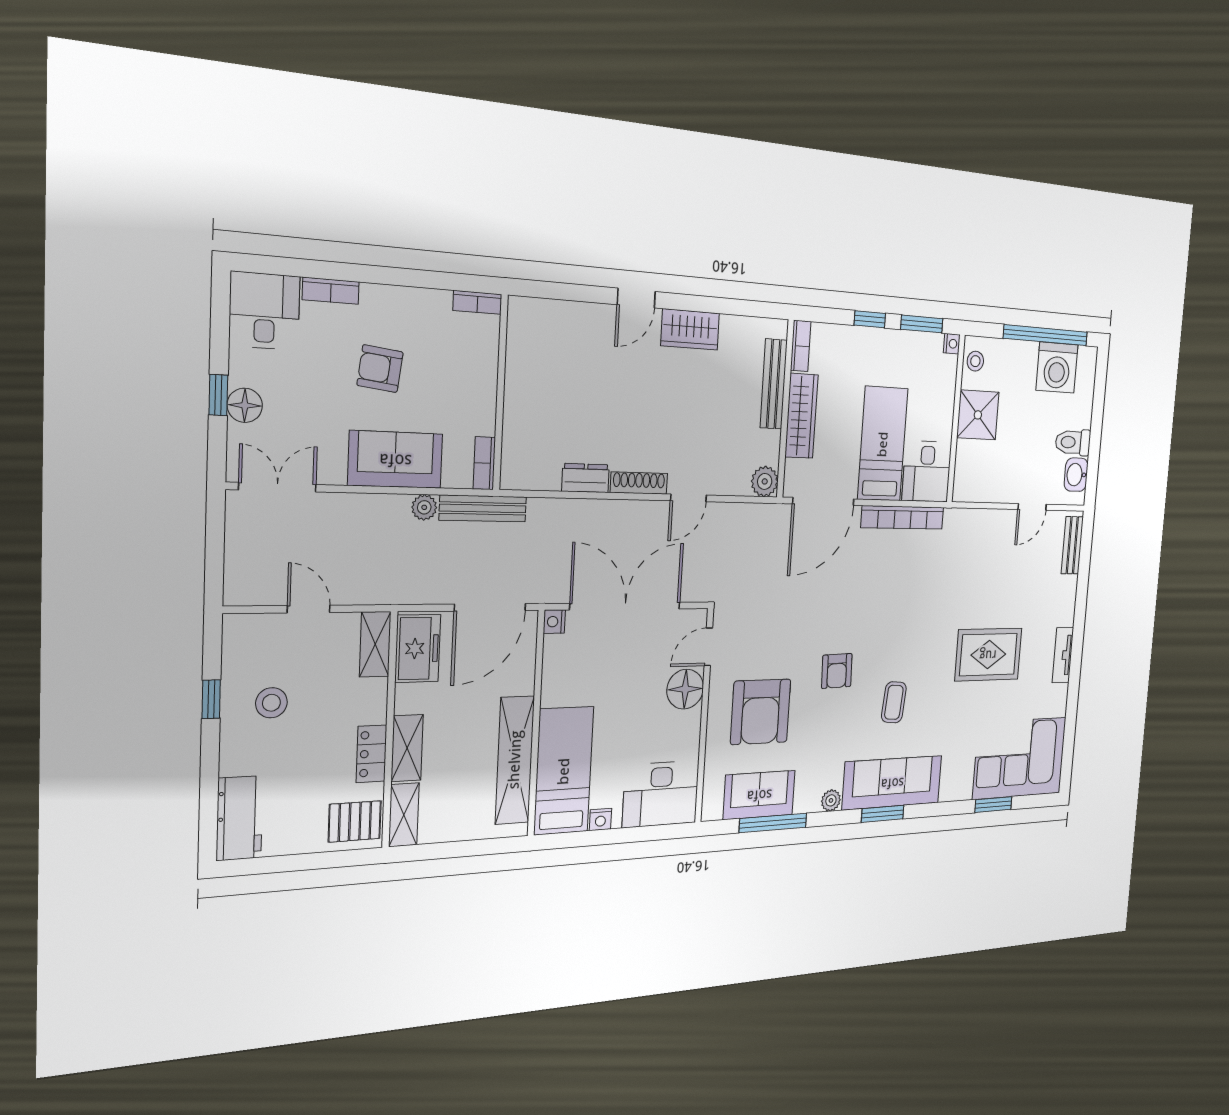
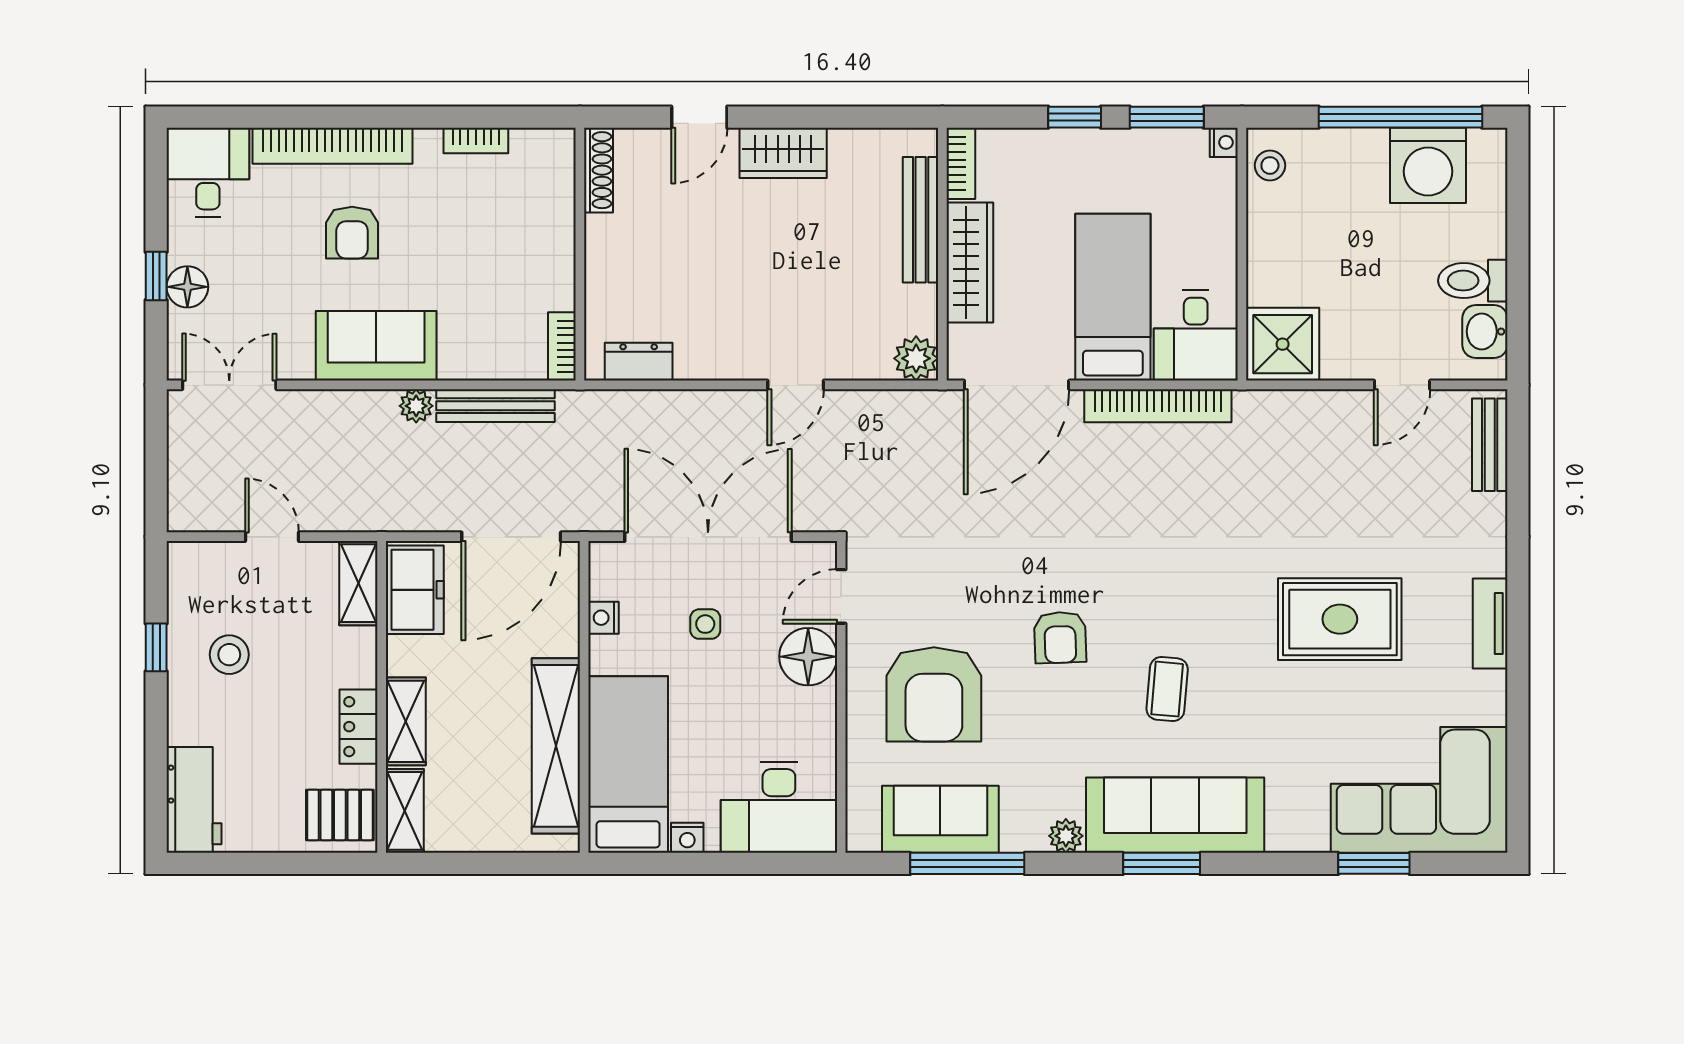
bookcase: (331, 291) -> (332, 146), width x2.31, depth x1.31
armchair: (380, 369) -> (352, 233), turned -97
wall: (500, 393) -> (580, 254), moved
shower: (978, 415) -> (1283, 344), moved
bookcase: (484, 463) -> (562, 346), moved
shoe rack: (639, 483) -> (598, 170), moved, turned 90
nightstand: (554, 622) -> (604, 618), moved
side table: (620, 668) -> (705, 624), added

